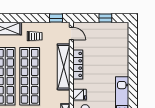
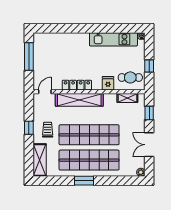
window: (56, 18) -> (29, 128), moved
window: (105, 18) -> (29, 57), width x2.17

